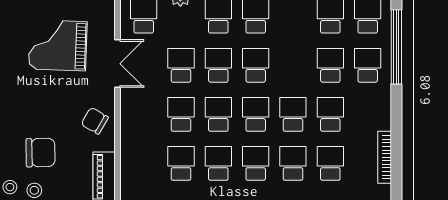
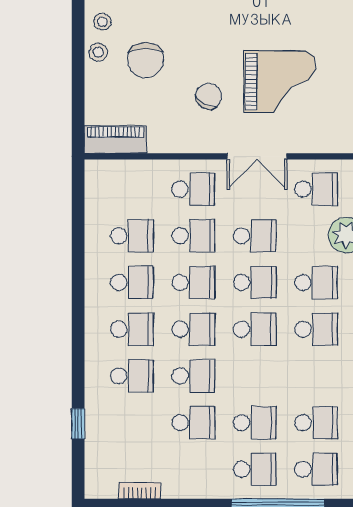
grand piano: (58, 45) -> (280, 82), turned 88
chair: (95, 121) -> (209, 96), moved
bookcase: (385, 157) -> (140, 491), width x0.64
school desk: (330, 163) -> (193, 189), moved

